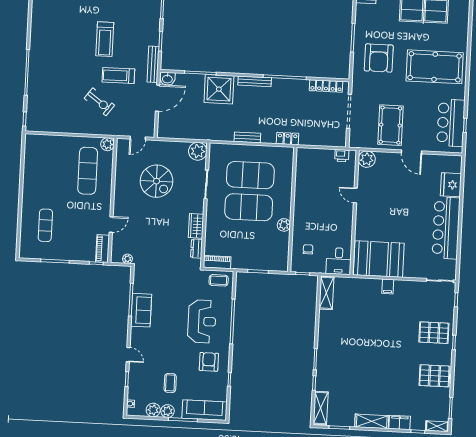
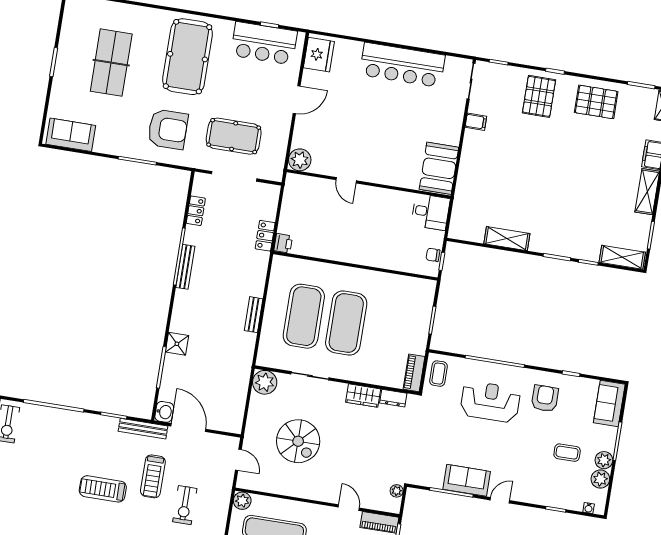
treadmill: (105, 39) -> (103, 489), turned 180
bench: (255, 81) -> (185, 267), moved
locker: (326, 86) -> (196, 211), width x0.66
shower: (219, 89) -> (177, 344), width x0.54, depth x0.54
exercise bike: (99, 102) -> (185, 505), turned 144
pool table: (390, 125) -> (234, 136), moved
locker: (288, 139) -> (265, 236), moved
printer: (342, 156) -> (283, 243), moved
spiral stairs: (157, 181) -> (298, 441), turned 90
fridge: (451, 185) -> (319, 55), moved, turned -90
door: (355, 195) -> (346, 180), hinge flipped
plant: (284, 225) -> (375, 279), removed
chair: (308, 249) -> (433, 255), moved
booth: (379, 259) -> (439, 168), width x0.73, depth x0.70
filing cabinet: (388, 286) -> (476, 122), moved
shelving: (326, 293) -> (507, 239), moved
door: (128, 355) -> (500, 500), moved
armchair: (209, 362) -> (545, 398), turned 90
pallet: (434, 376) -> (596, 102), turned 90
sofa: (205, 410) -> (609, 403), width x0.73

